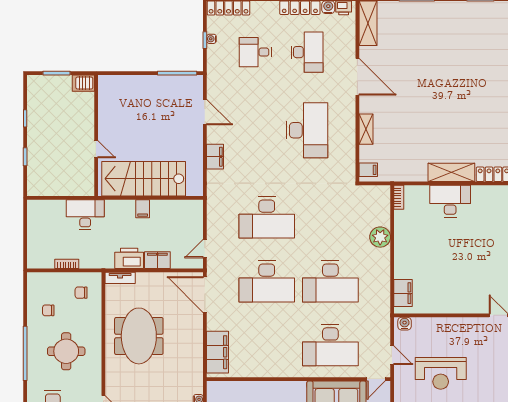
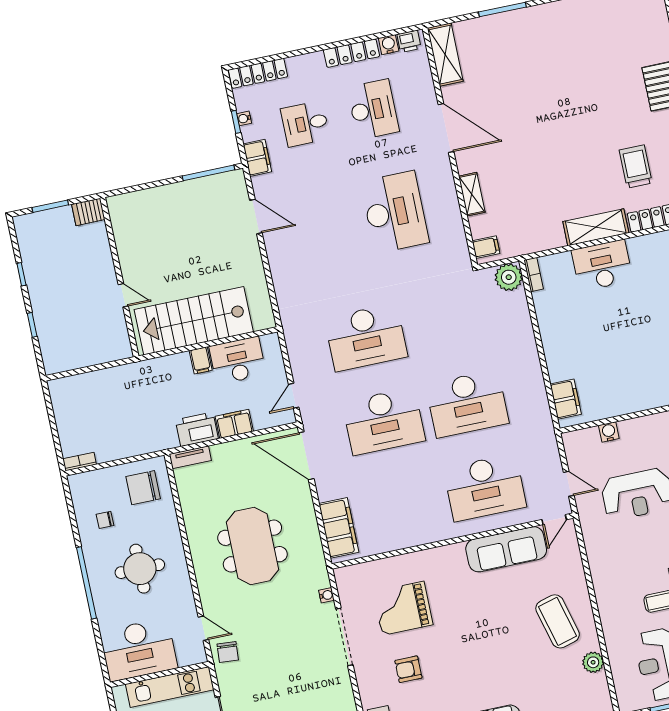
trolley: (490, 134) -> (636, 167), added
filing cabinet: (215, 157) -> (257, 158), moved
desk: (85, 214) -> (238, 360), moved
plant: (380, 237) -> (509, 277), moved
bookcase: (67, 264) -> (80, 462), moved
chair: (81, 293) -> (143, 488), width x1.87, depth x1.87
water cooler: (405, 324) -> (609, 432), moved
meeting table: (139, 336) -> (252, 546), moved

